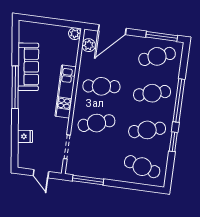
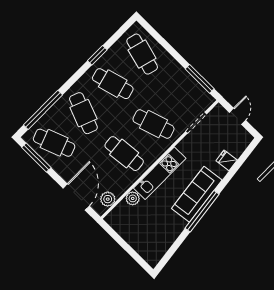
door: (112, 30) -> (76, 197), hinge flipped
plant: (75, 34) -> (133, 198), moved
sofa: (28, 67) -> (197, 194), moved
cafe table: (152, 93) -> (83, 113), turned 36
window: (179, 101) -> (43, 110), moved

